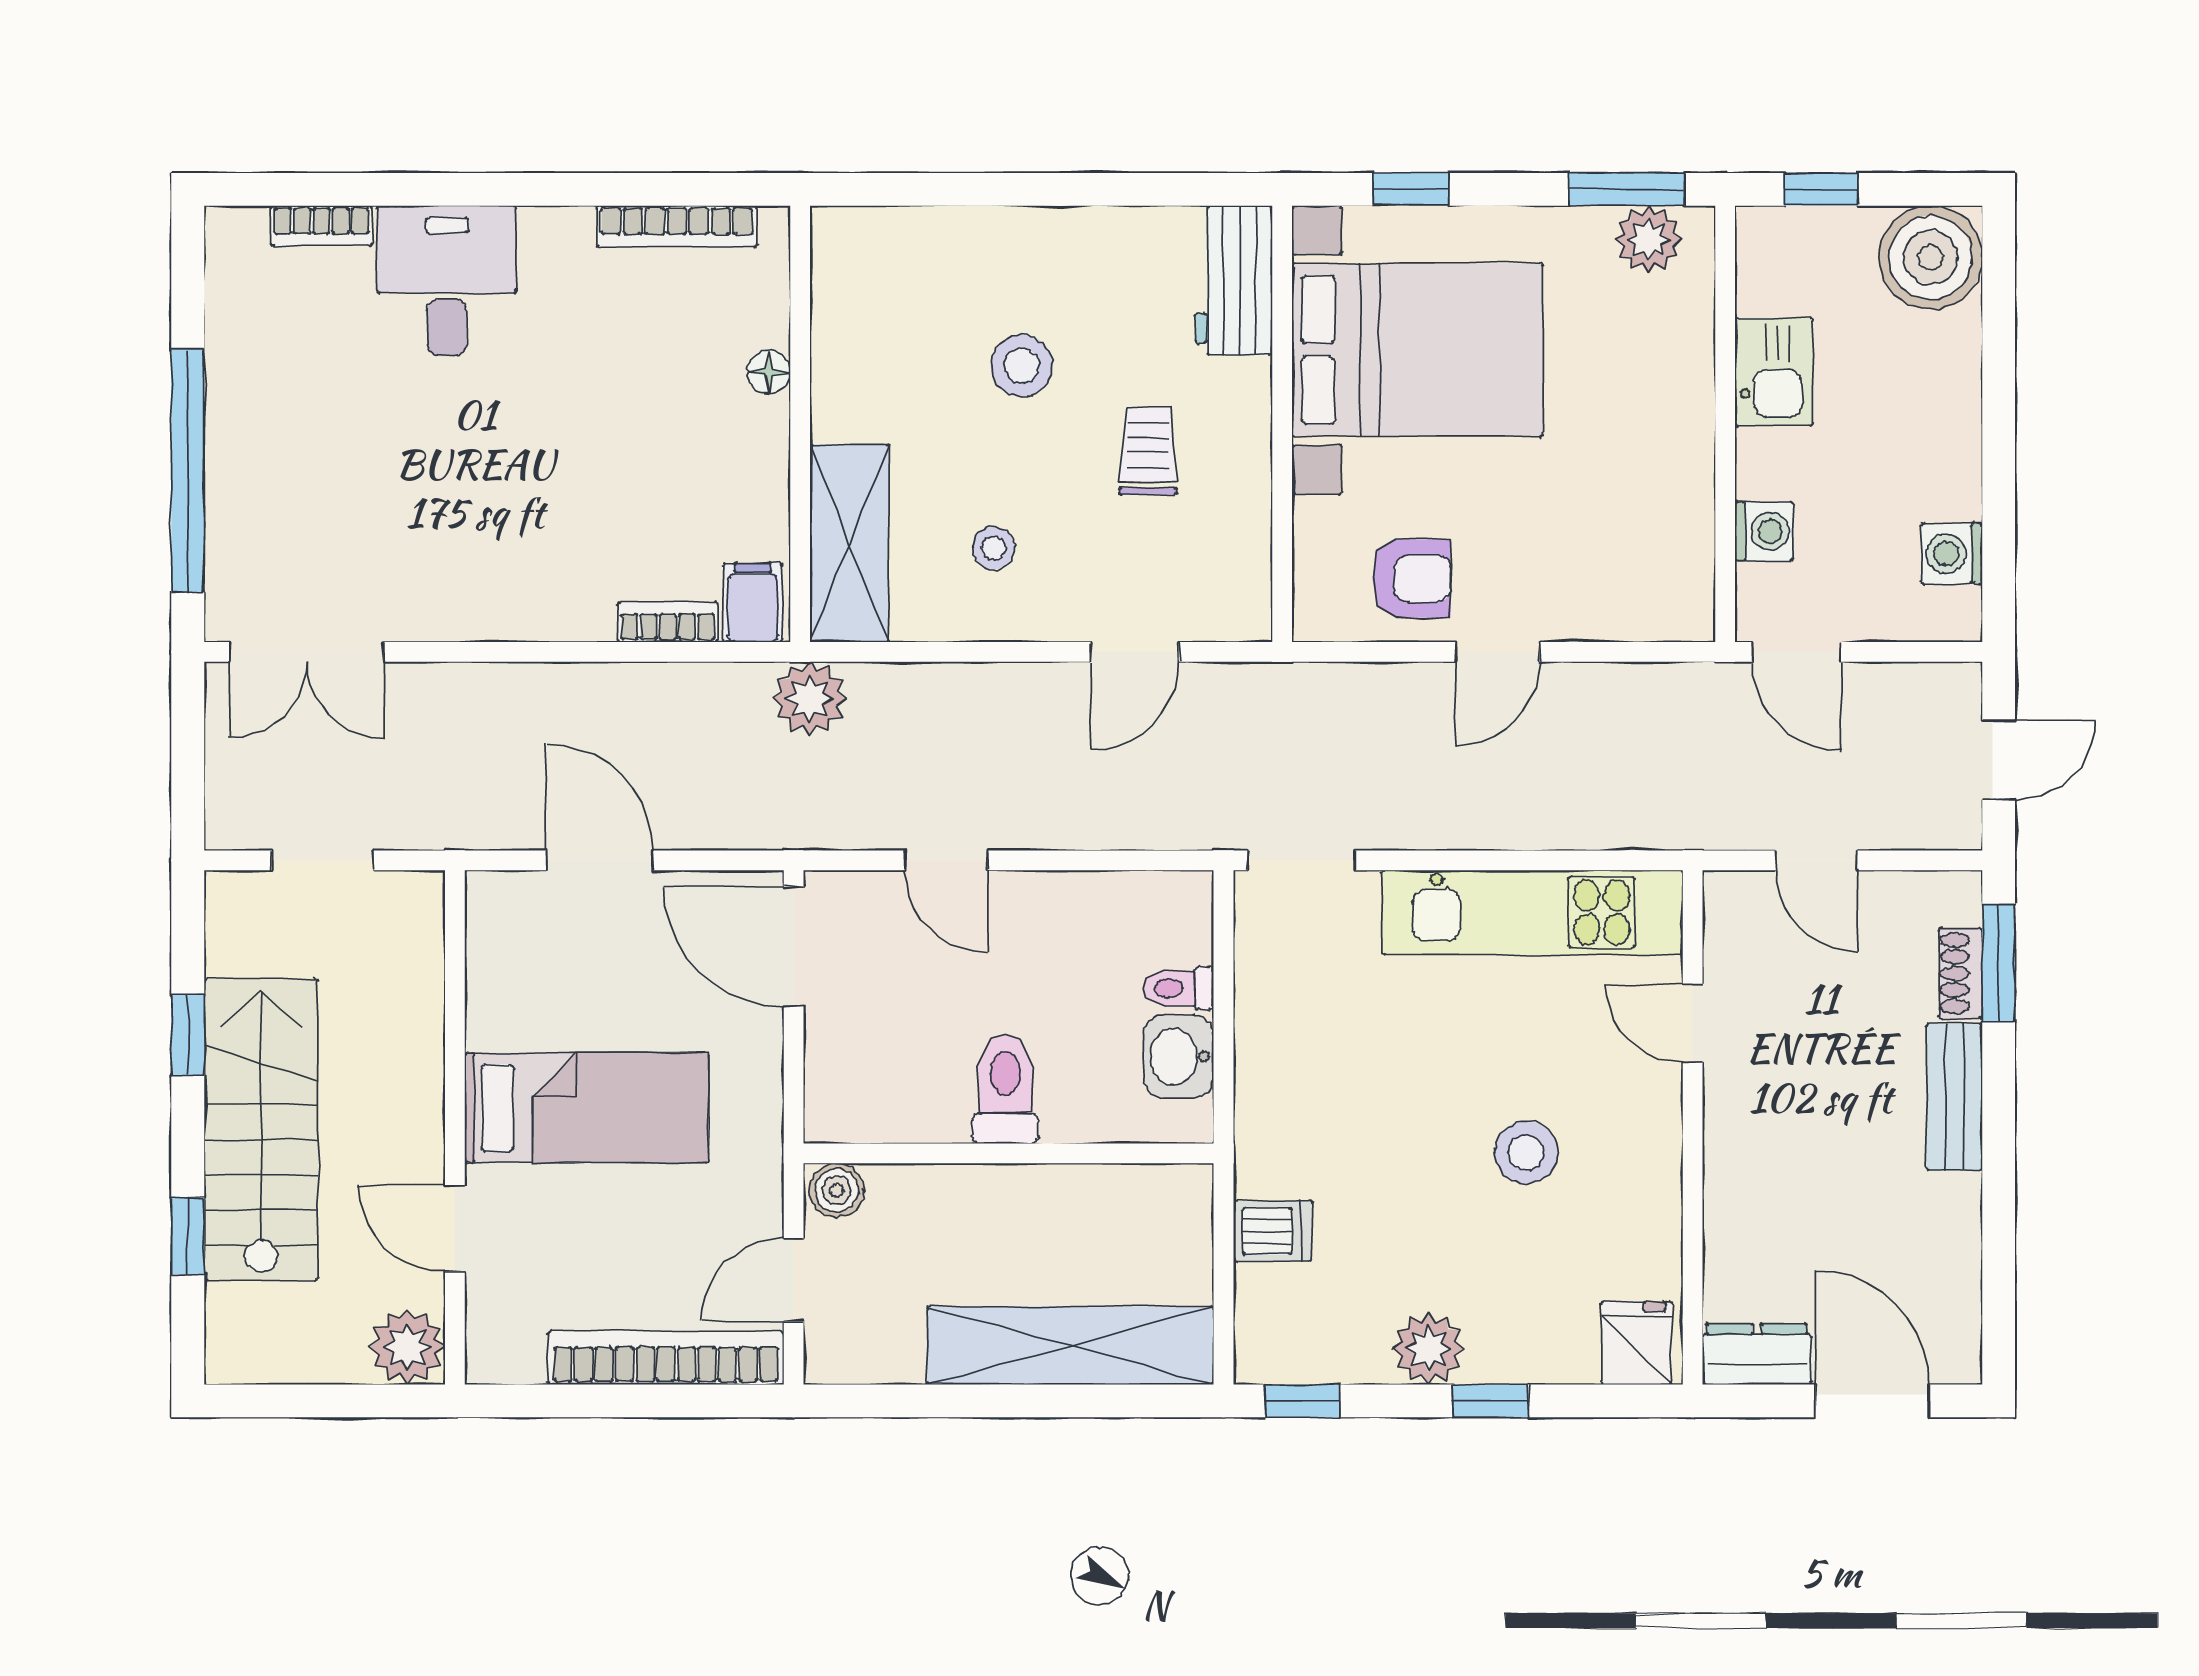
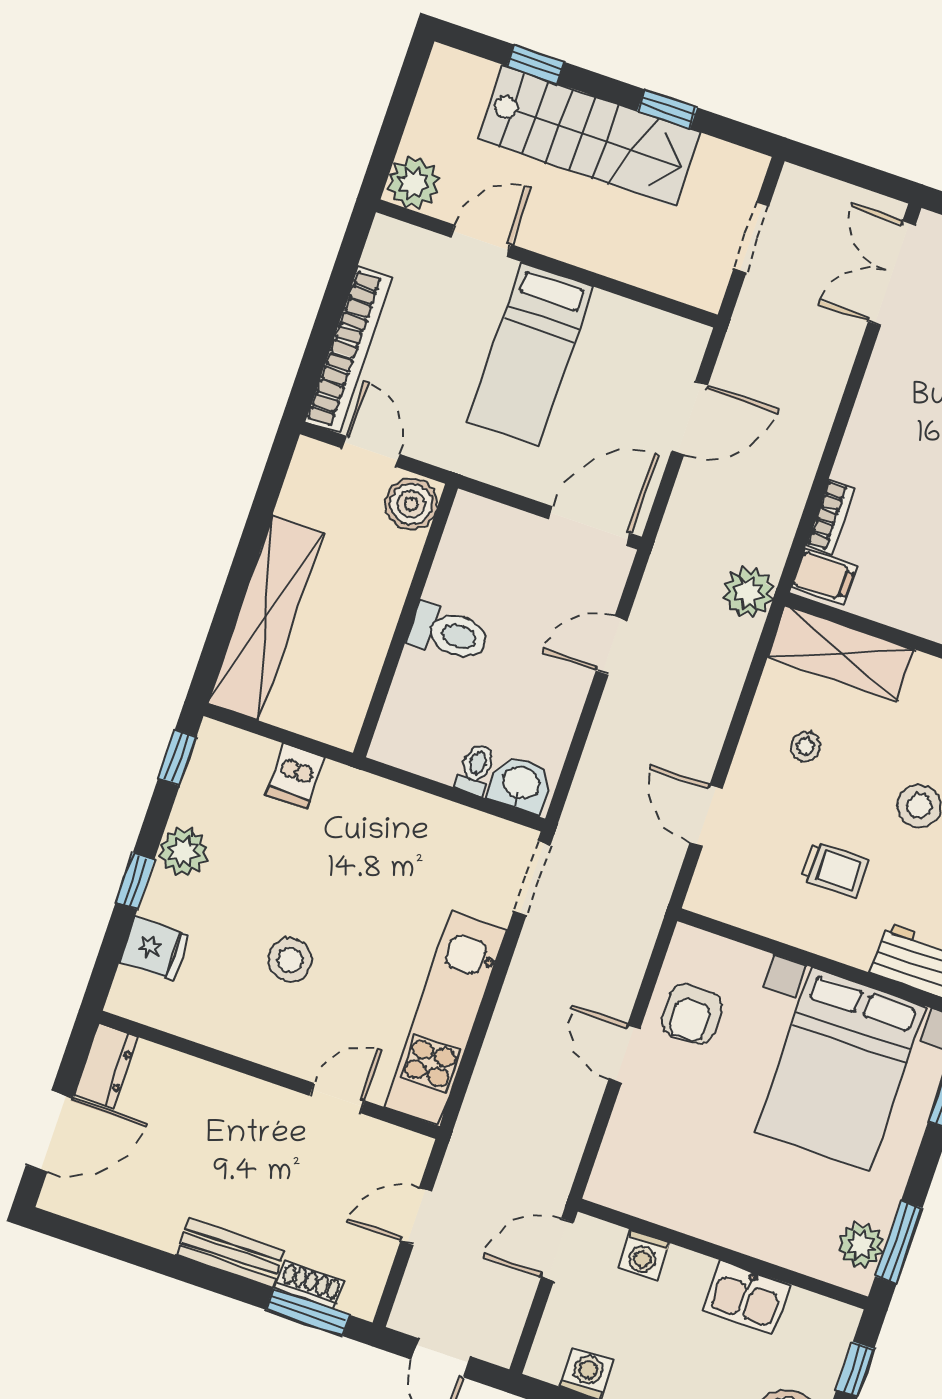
washbasin: (1179, 1056) -> (521, 784), moved
boiler: (837, 1190) -> (411, 504), width x1.36, depth x1.36
fridge: (1636, 1343) -> (154, 948), moved

